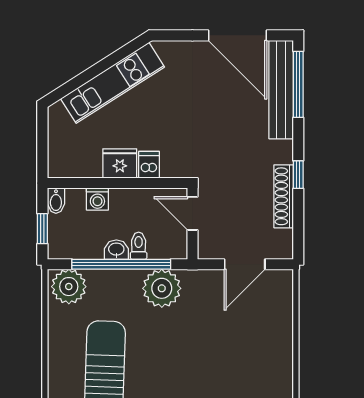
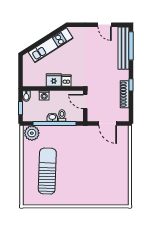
door: (237, 35) -> (105, 25), width x0.53
door: (245, 264) -> (108, 123), hinge flipped
plant: (162, 288) -> (72, 134), removed

